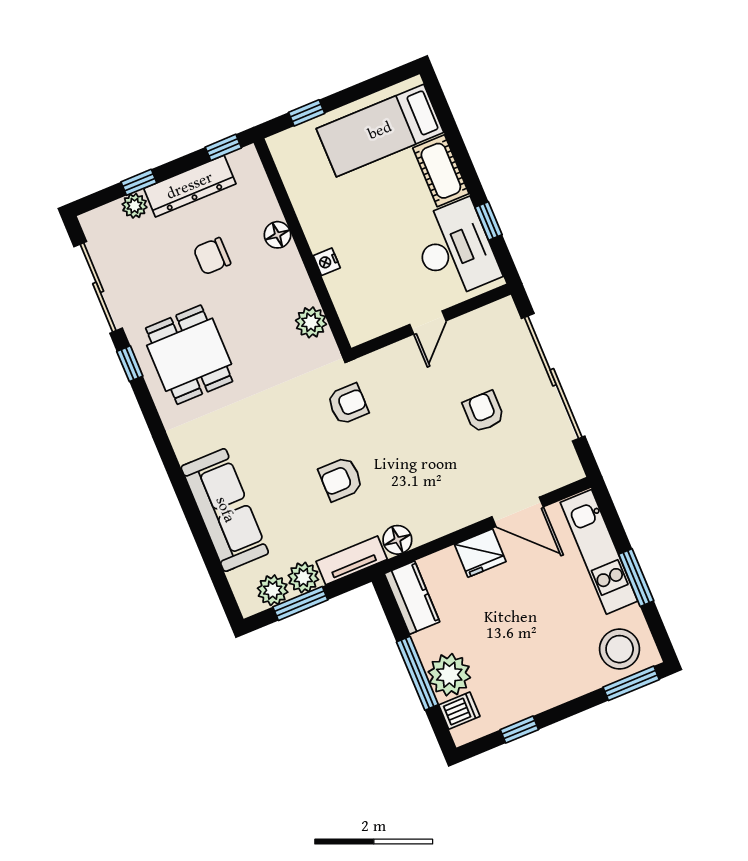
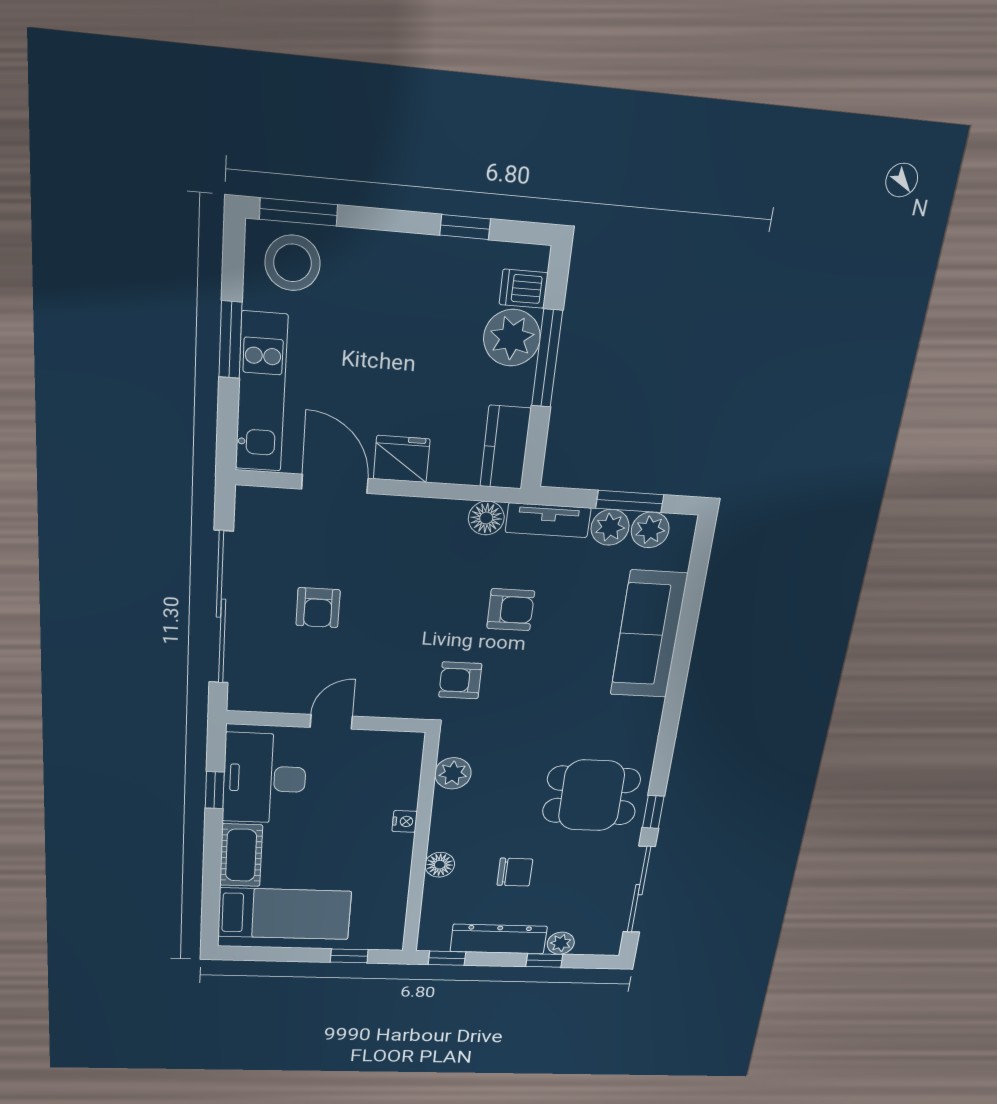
dining table: (189, 355) -> (592, 795), turned 90

